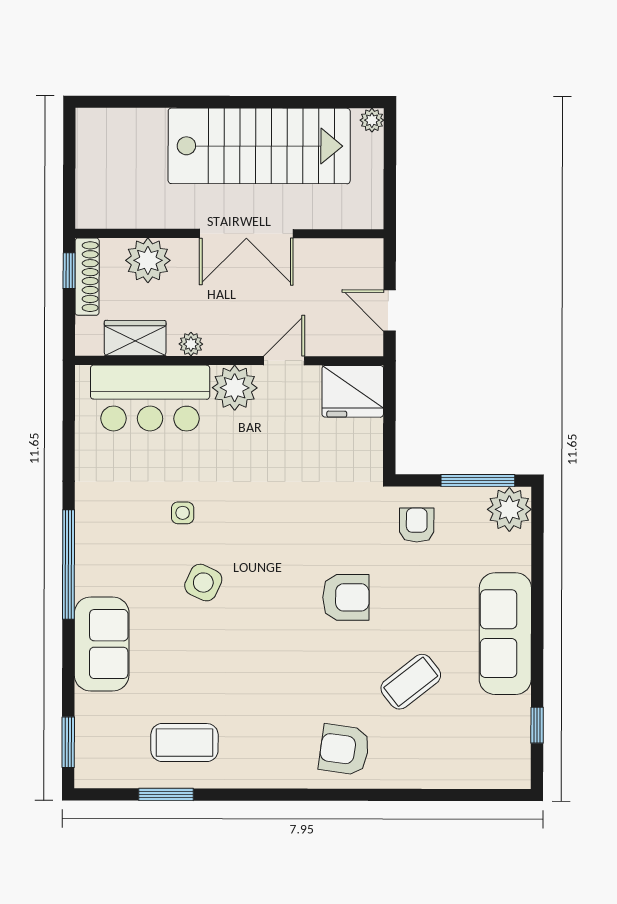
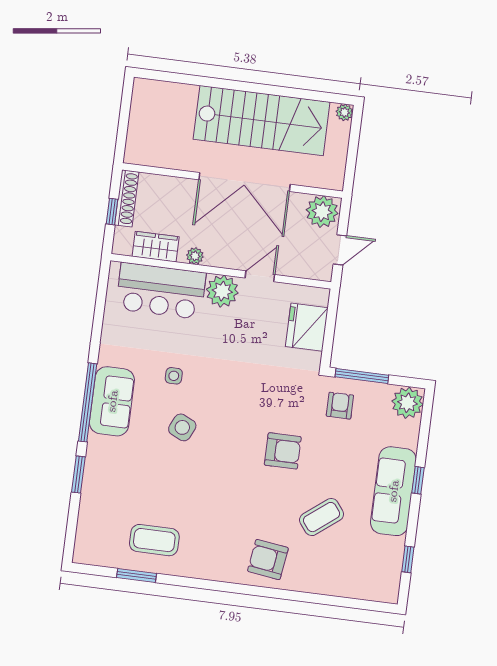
double door: (246, 234) -> (245, 182), width x1.36
plant: (148, 260) -> (322, 212), moved
window: (69, 271) -> (112, 212), moved
door: (390, 310) -> (340, 250), swing flipped
fridge: (353, 391) -> (307, 327), moved, turned 90
window: (478, 480) -> (362, 376), moved
window: (537, 614) -> (418, 480), added
sofa: (102, 644) -> (112, 401), moved
window: (68, 742) -> (78, 474), moved

